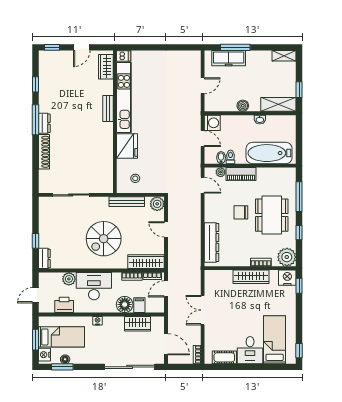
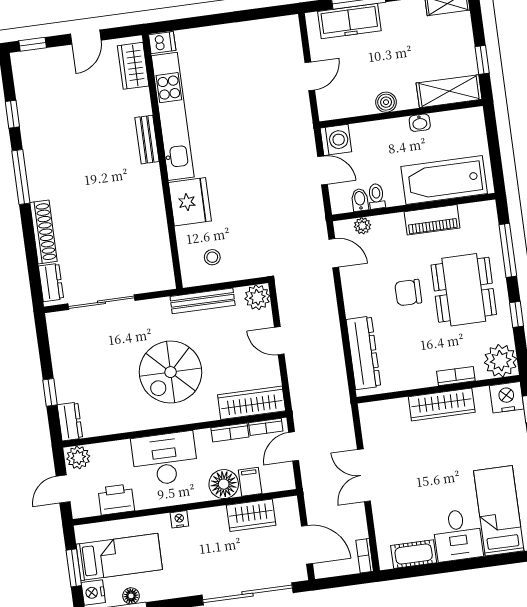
dresser: (44, 123) -> (51, 282), moved
piano: (241, 174) -> (432, 220), moved
plant: (69, 279) -> (78, 457), moved

